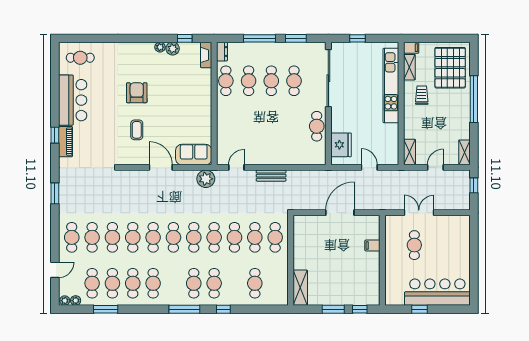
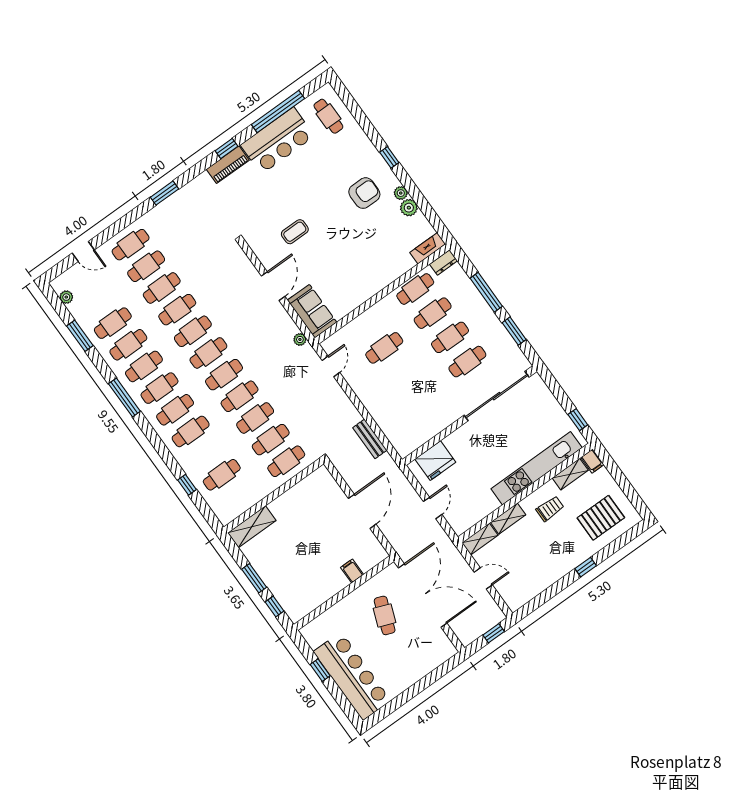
window: (185, 38) -> (389, 157), moved
window: (358, 38) -> (578, 420), moved
pallet: (450, 68) -> (601, 518), width x0.73, depth x0.71
window: (55, 87) -> (278, 111), added
armchair: (137, 93) -> (364, 193), moved
window: (474, 99) -> (586, 567), width x0.32
cafe table: (317, 126) -> (384, 348), moved
shelving: (464, 152) -> (508, 519), moved
door: (236, 167) -> (331, 366), hinge flipped
bench: (271, 176) -> (370, 439), moved
plant: (206, 179) -> (300, 339), width x0.53, depth x0.53
door: (340, 213) -> (362, 511), hinge flipped
double door: (419, 213) -> (423, 596), width x1.87
cafe table: (414, 245) -> (385, 615), turned -69
cafe table: (92, 283) -> (160, 388), moved
plant: (65, 301) -> (58, 286), removed
window: (184, 309) -> (124, 398), moved
window: (223, 309) -> (187, 485), moved

